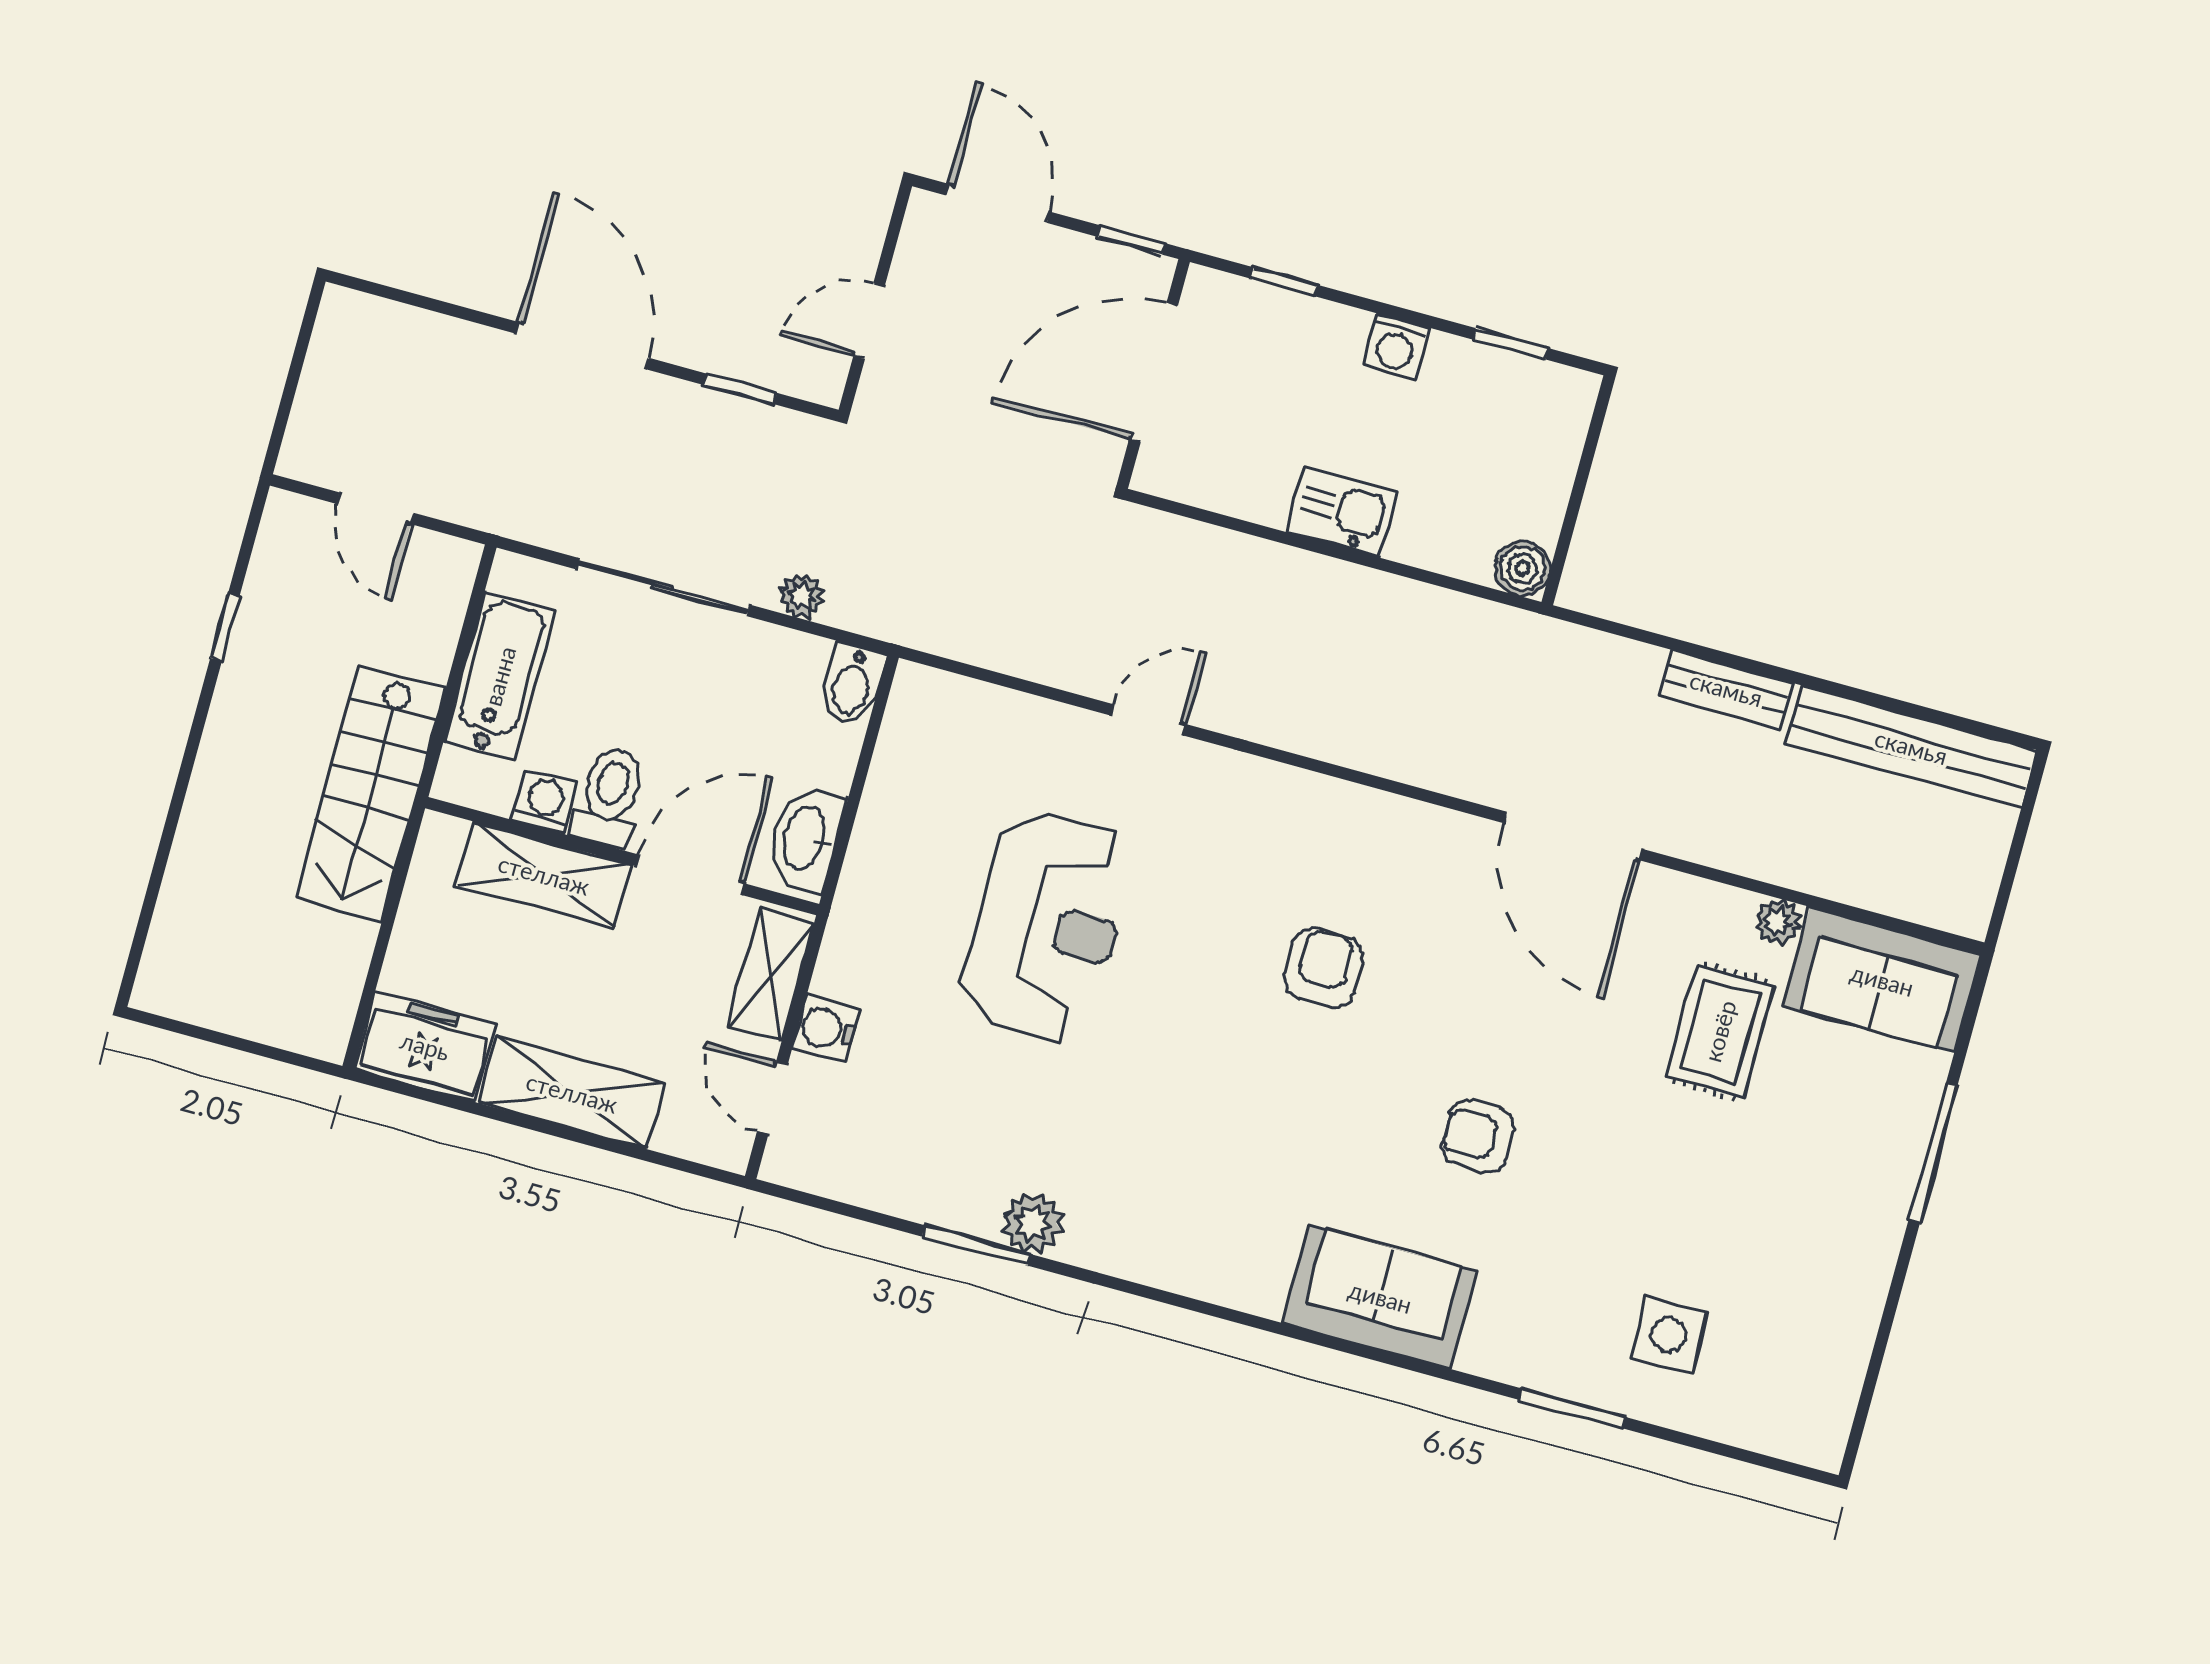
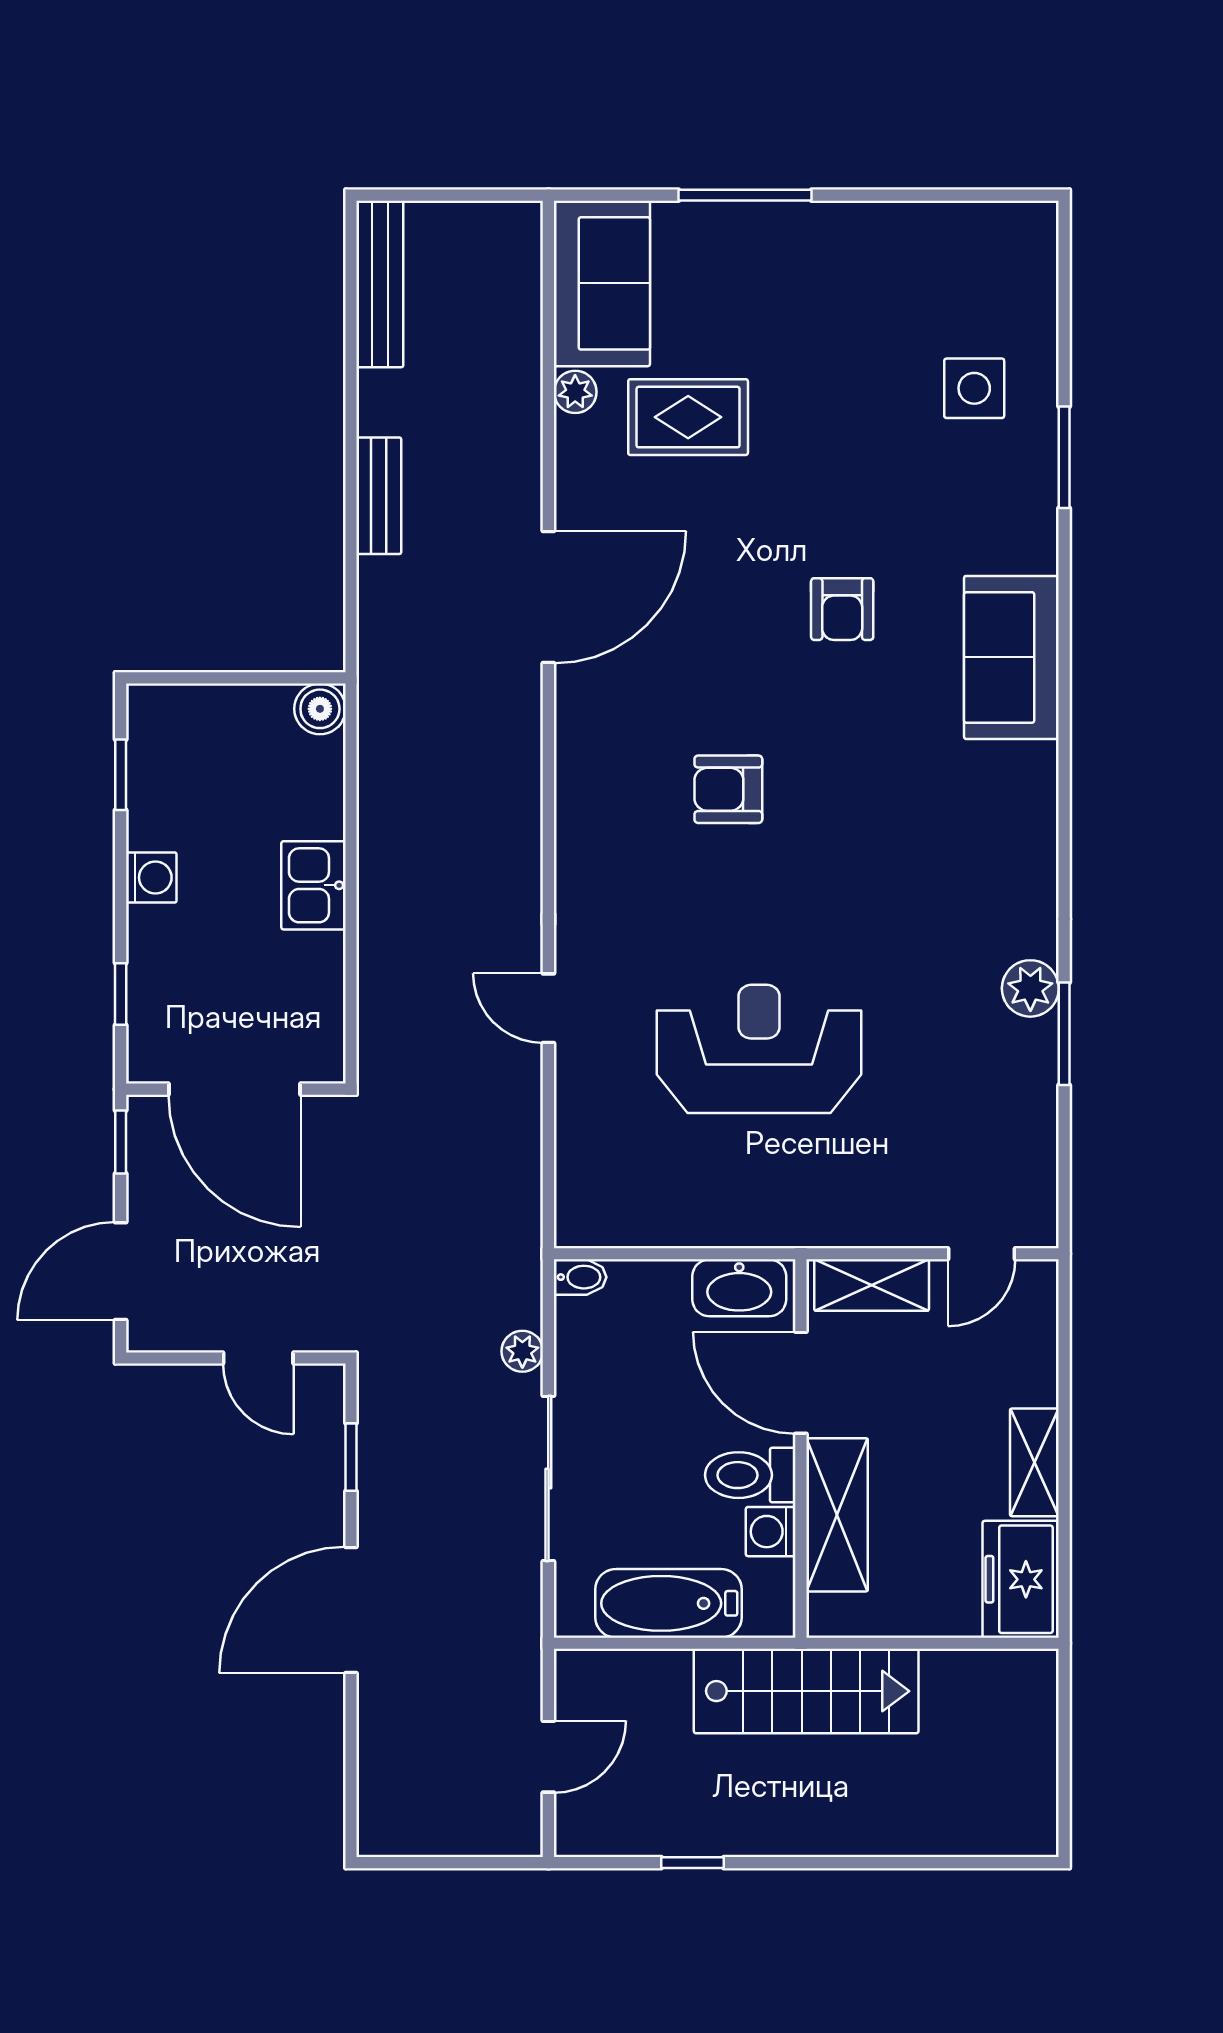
bidet: (852, 684) -> (580, 1277), width x0.72, depth x0.74
bench: (1911, 747) -> (380, 284), width x0.73, depth x0.82
water cooler: (826, 1029) -> (906, 1223), removed
shelving: (572, 1093) -> (1034, 1462), width x0.67, depth x0.75

